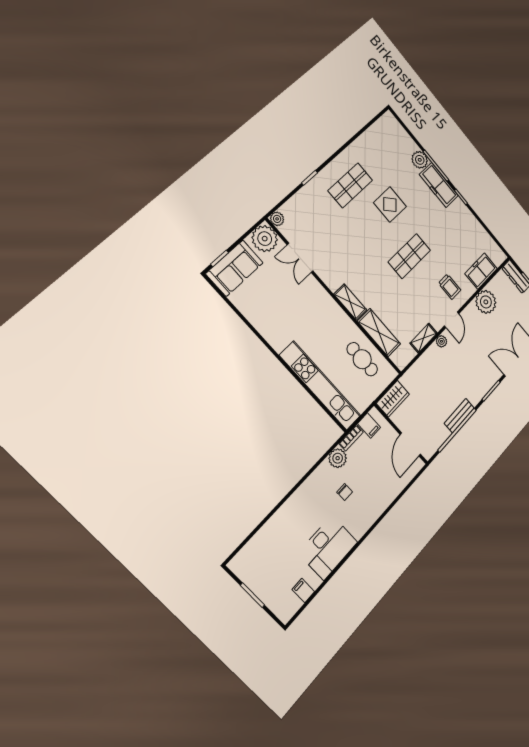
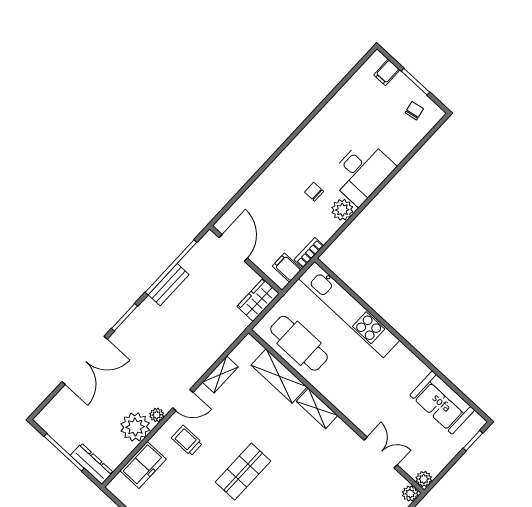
plant: (265, 239) -> (424, 479), width x0.53, depth x0.53
sofa: (235, 268) -> (442, 403), moved, turned -90
door: (452, 320) -> (183, 400), swing flipped
plant: (441, 341) -> (157, 415), moved
cafe table: (362, 359) -> (299, 343), width x1.37, depth x1.35
plant: (338, 458) -> (342, 210), moved
desk: (328, 548) -> (362, 172), moved, turned 180
chair: (255, 567) -> (414, 111), added
filing cabinet: (303, 591) -> (387, 72), moved, turned 90

